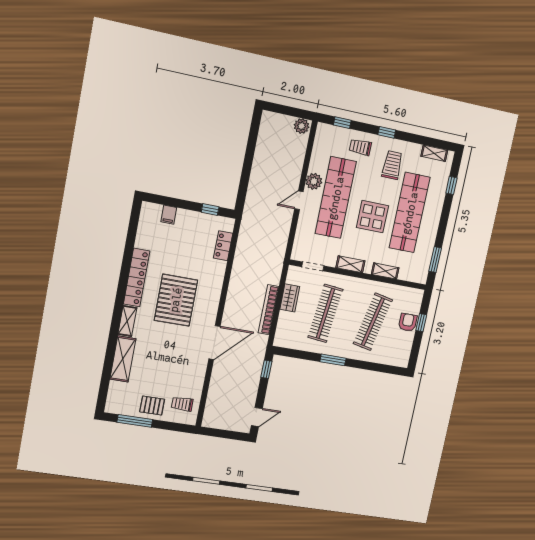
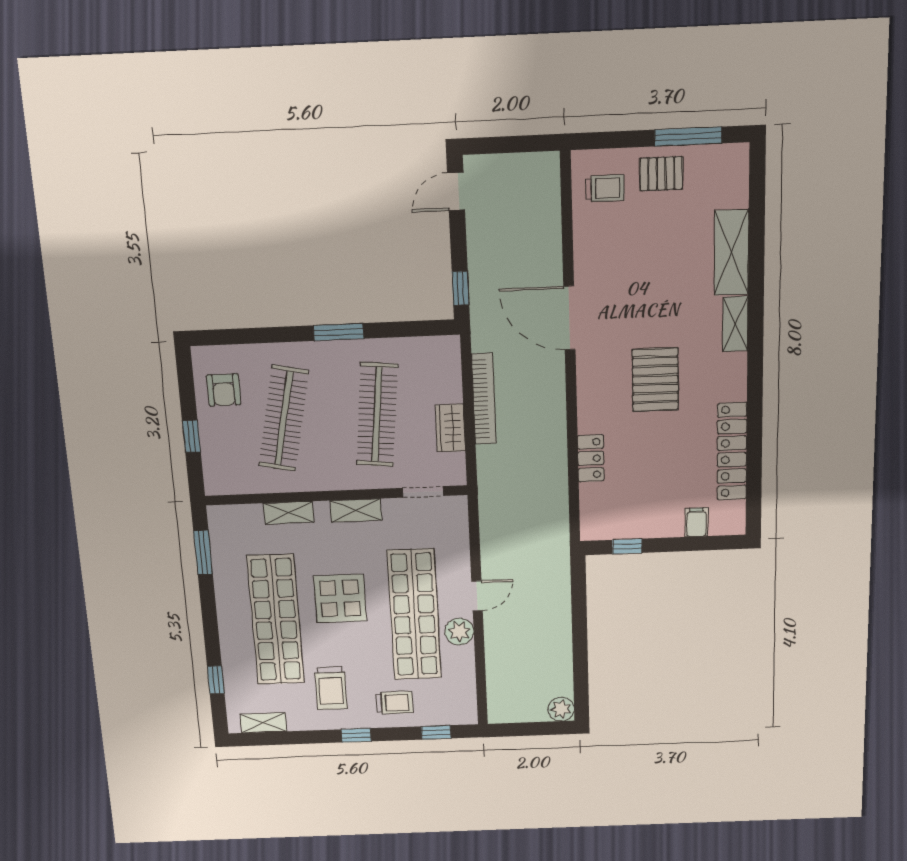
plant: (302, 126) -> (561, 709), moved
locker: (223, 246) -> (591, 458), moved
locker: (137, 278) -> (732, 451), moved
pallet: (176, 300) -> (655, 380), width x0.73, depth x0.71
armchair: (408, 322) -> (224, 390), moved
door: (214, 343) -> (569, 318), hinge flipped

